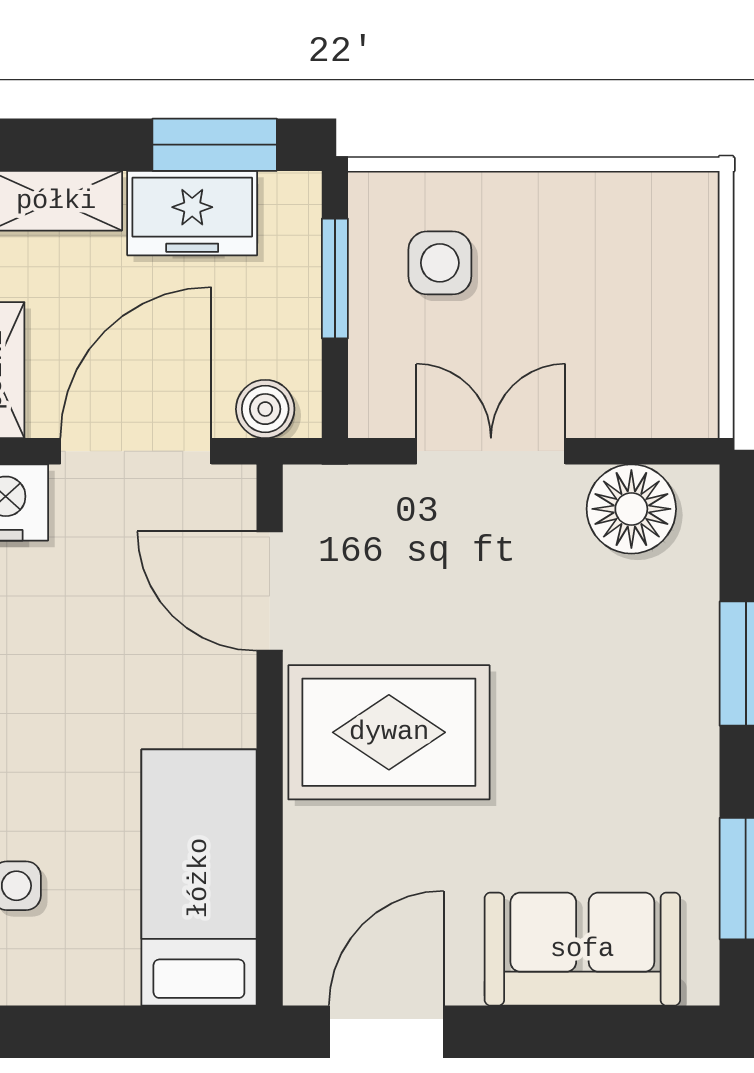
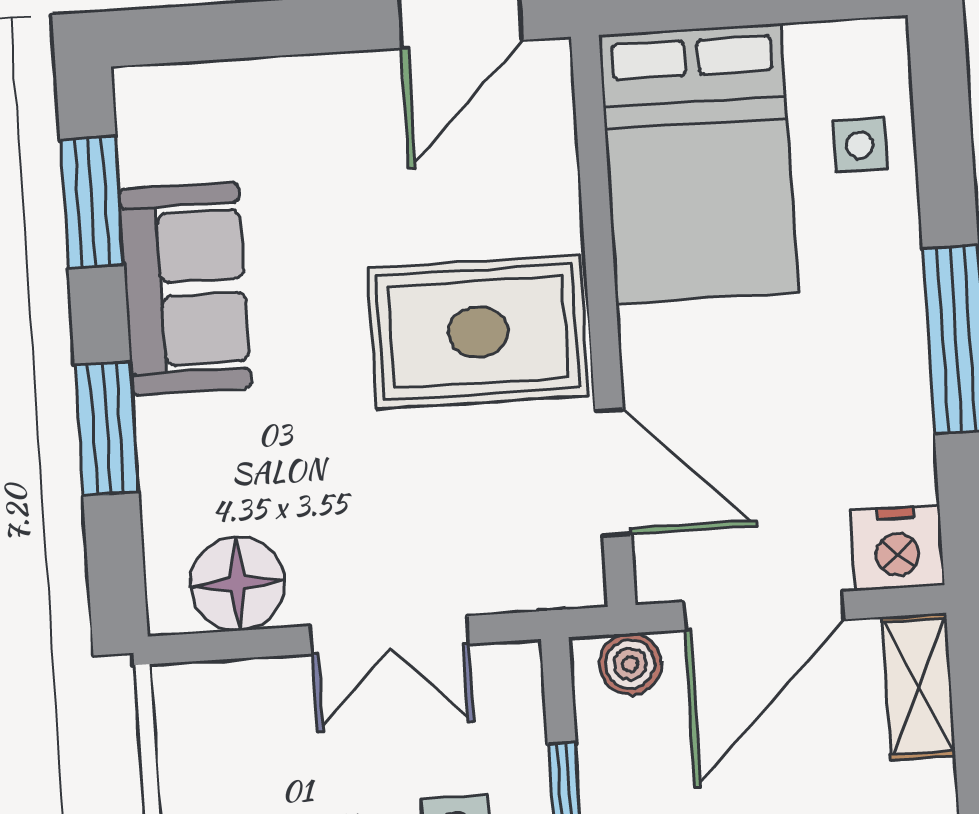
bed: (199, 878) -> (698, 164), width x1.50
sofa: (582, 949) -> (185, 289), moved, turned -90

